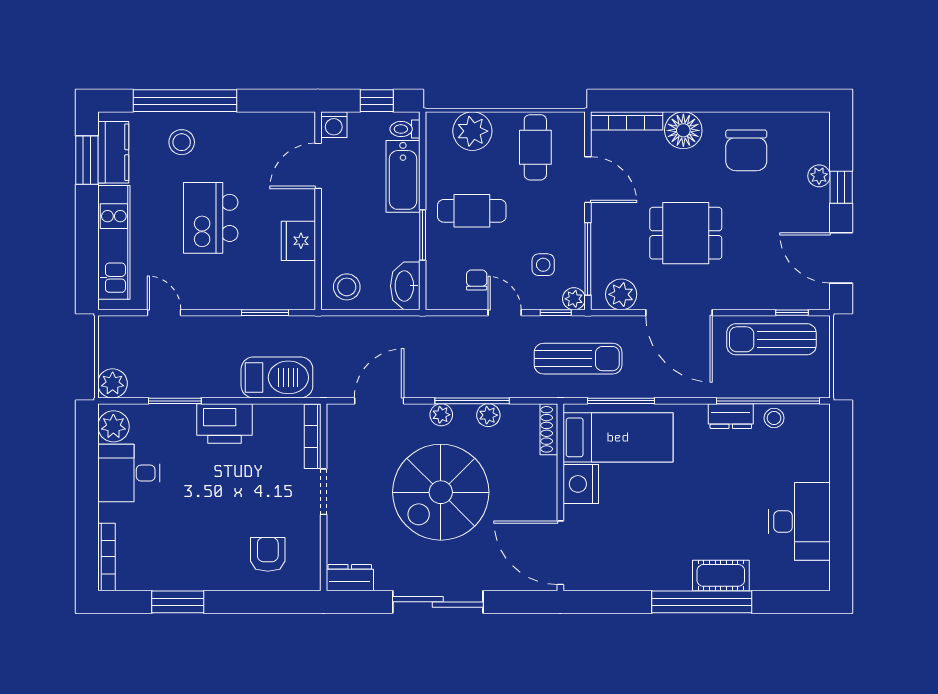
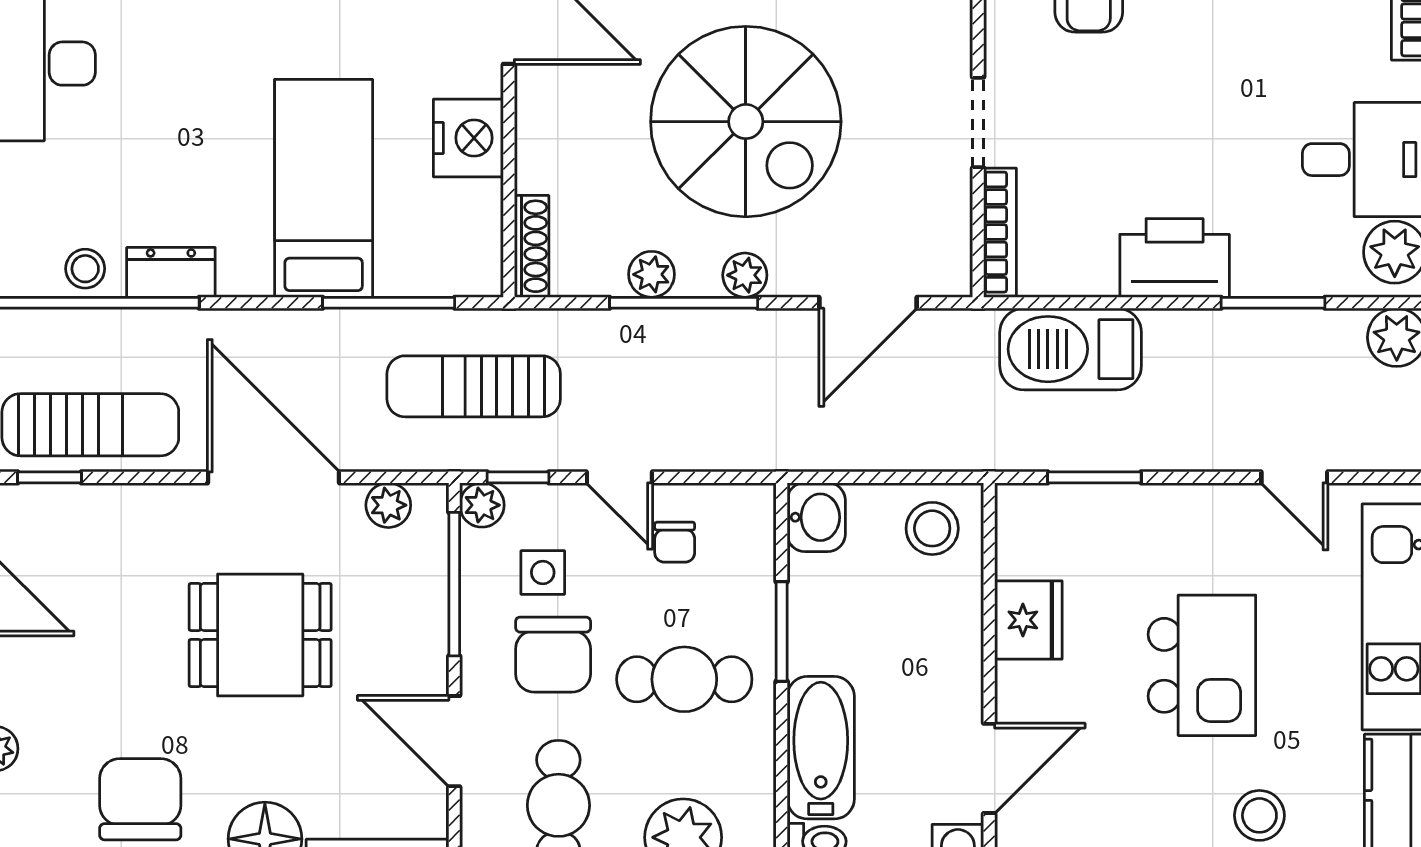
chair: (538, 223) -> (553, 655), added
washbasin: (405, 286) -> (816, 517), width x0.72
plant: (621, 294) -> (388, 505), width x0.73, depth x0.73
bed: (618, 437) -> (324, 188), moved, turned 90
spiral stairs: (441, 492) -> (746, 122), turned 90

